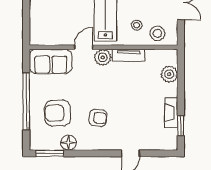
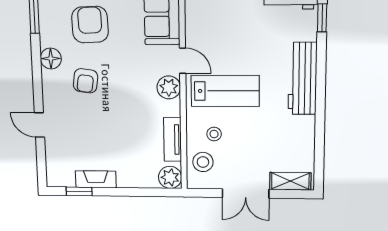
tv unit: (129, 55) -> (173, 139), moved
plant: (169, 74) -> (170, 177), moved
floor lamp: (68, 143) -> (51, 59), moved

